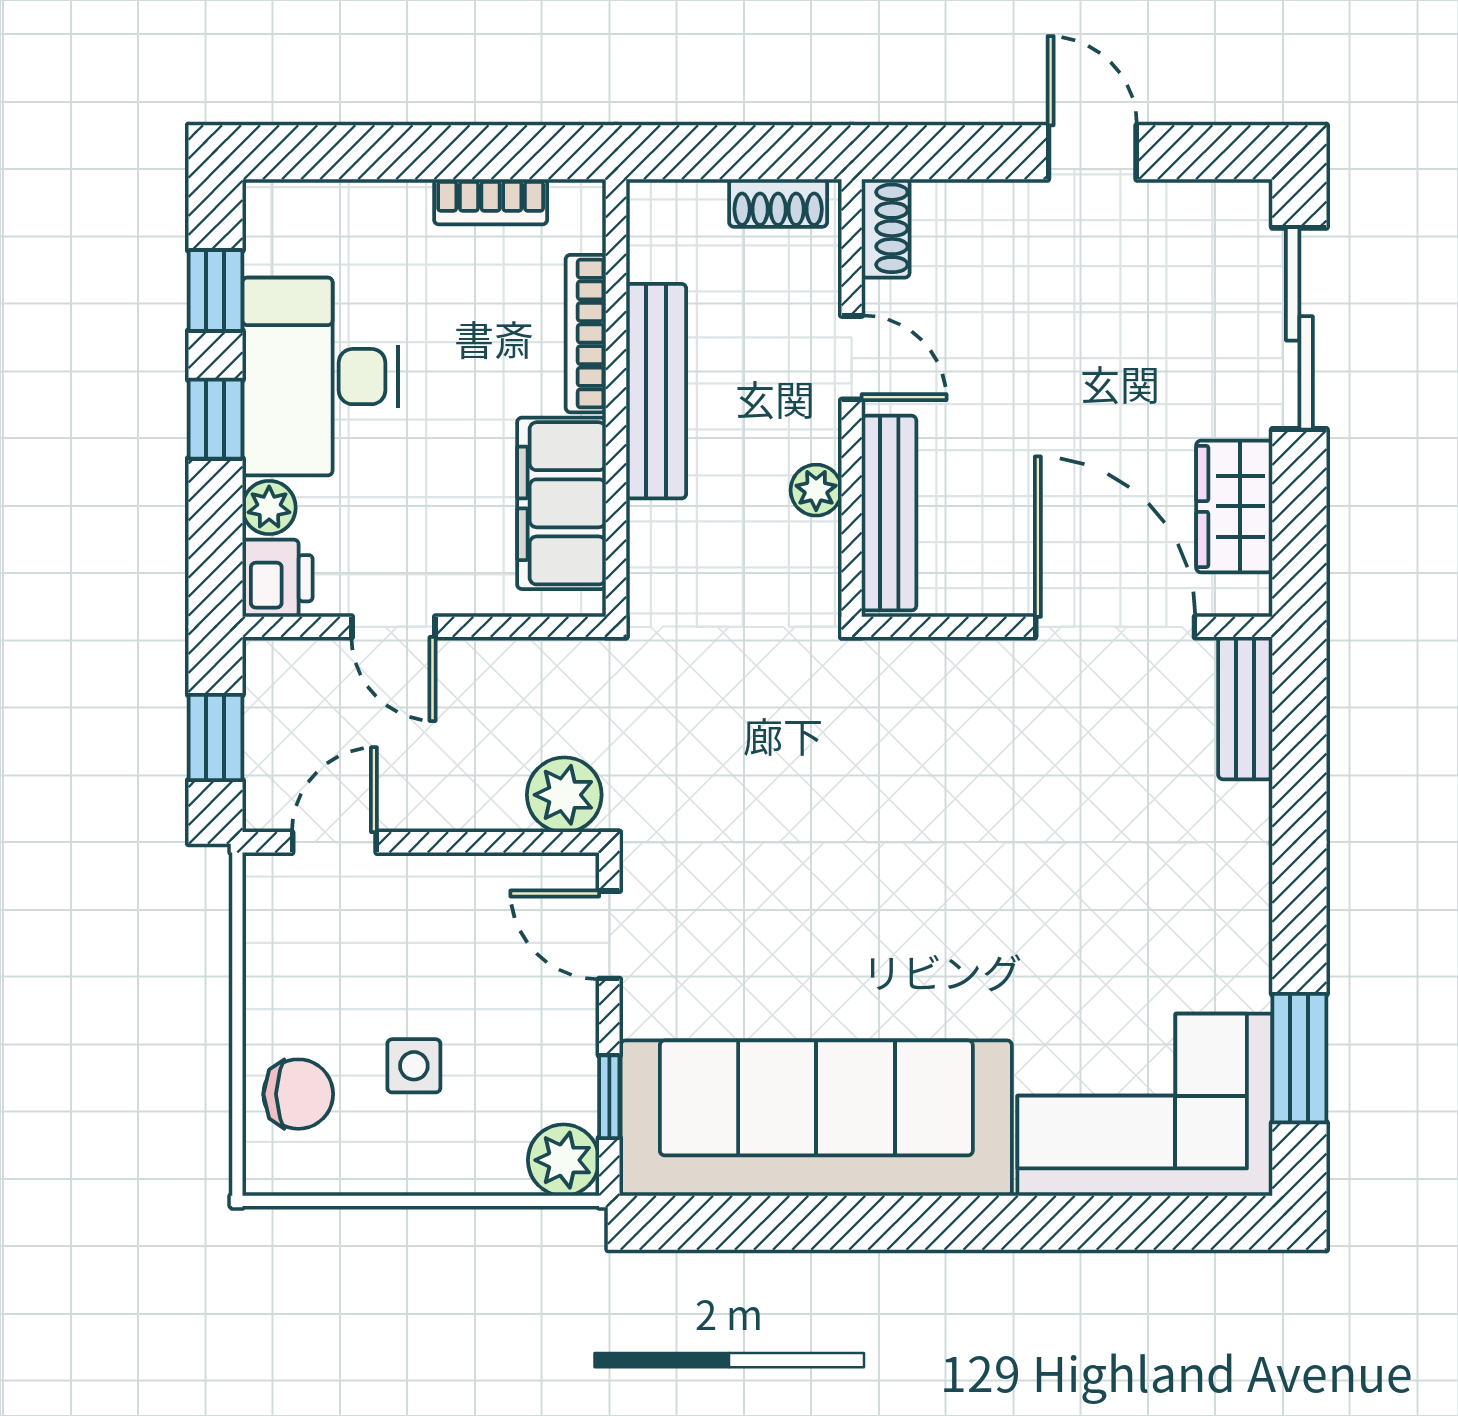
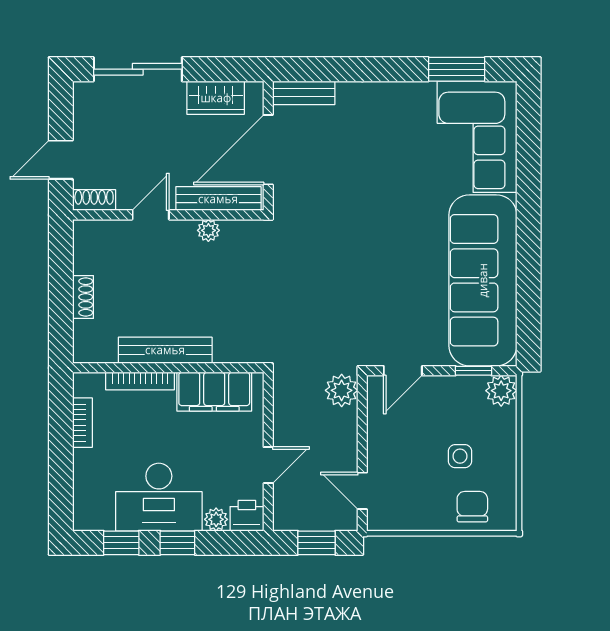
shoe rack: (886, 228) -> (94, 200), moved
door: (852, 358) -> (151, 215), moved
wall: (852, 398) -> (168, 215), moved
plant: (816, 490) -> (208, 230), moved
bench: (889, 513) -> (218, 199), moved

